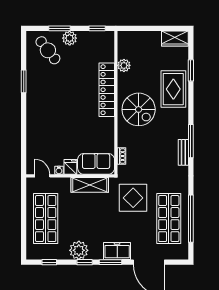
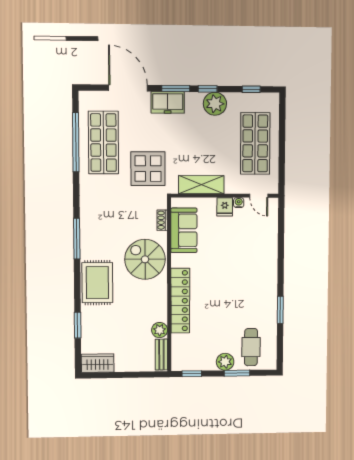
cafe table: (48, 50) -> (251, 347), turned 38
rug: (173, 89) -> (97, 283), moved
spiral stairs: (139, 109) -> (145, 259), moved
bench: (183, 152) -> (161, 355), moved
sofa: (96, 164) -> (184, 230), moved, turned -90

